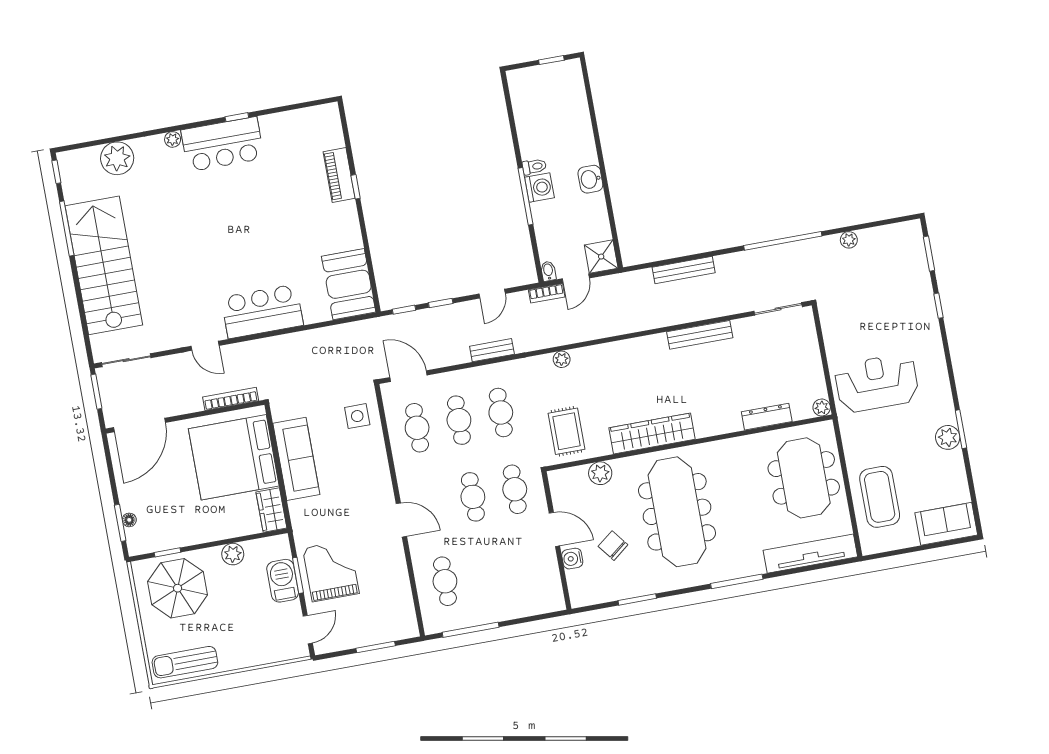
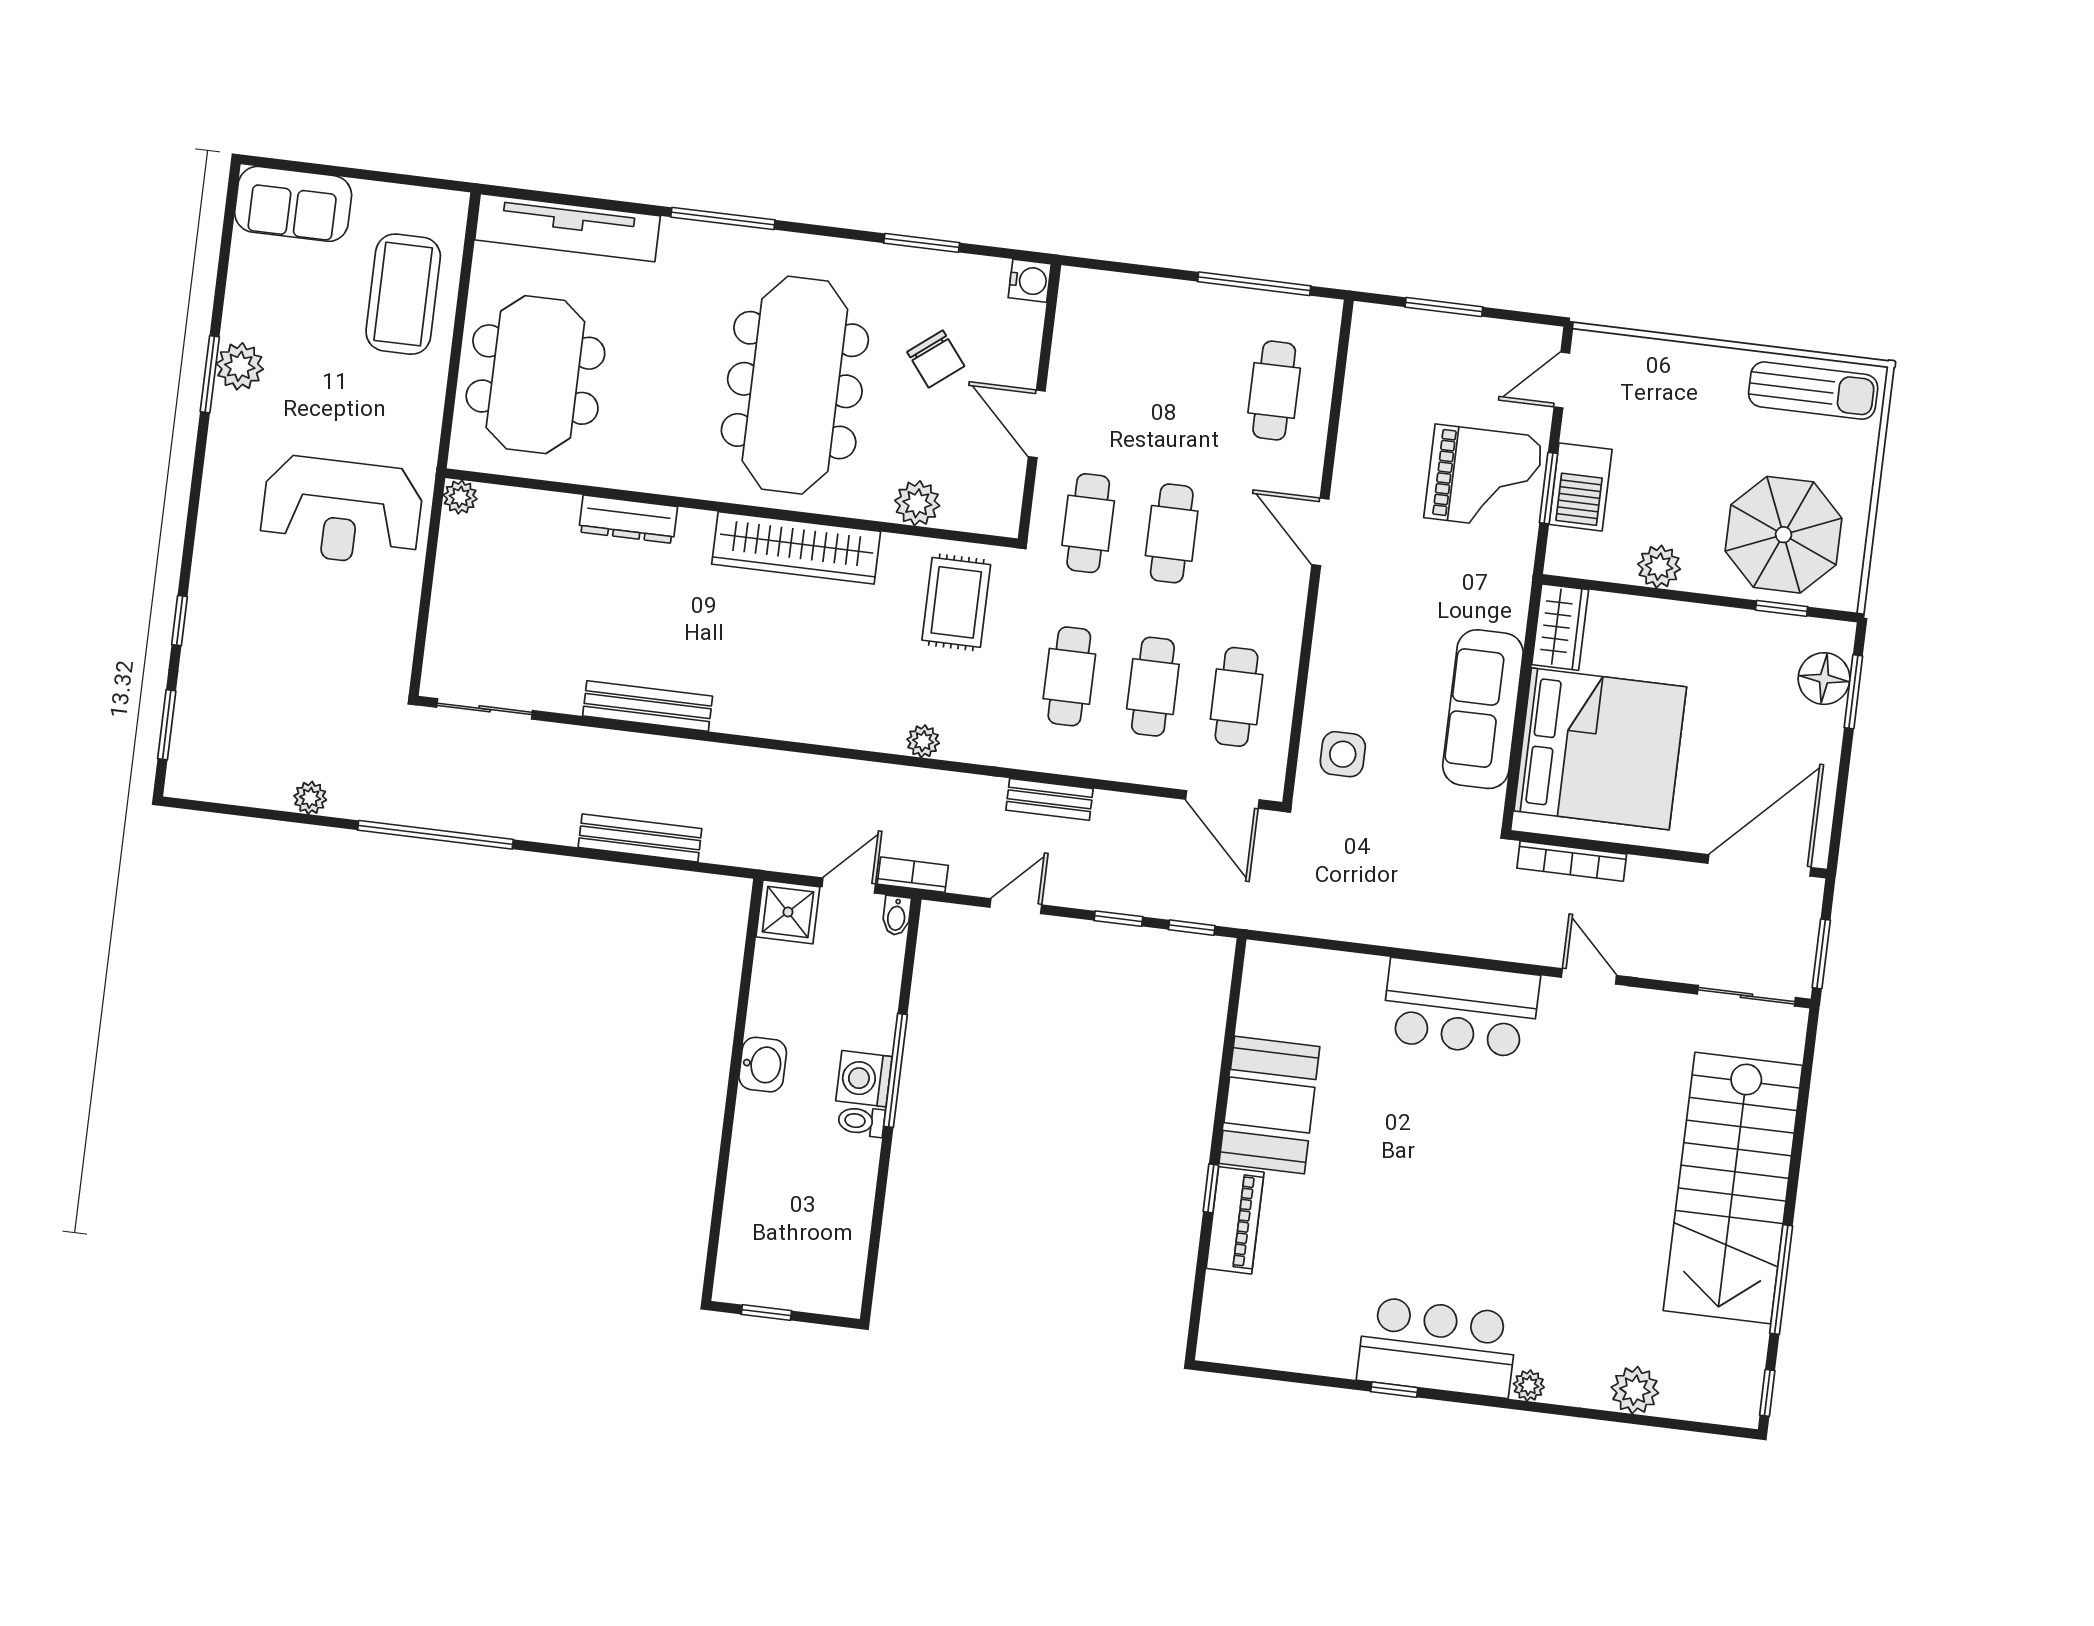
plant: (117, 158) -> (1635, 1390), width x0.73, depth x0.73
booth: (349, 284) -> (1269, 1105), moved
dresser: (767, 417) -> (628, 519), moved
floor lamp: (129, 520) -> (1824, 679), width x1.89, depth x1.89
water cooler: (572, 559) -> (1030, 281), moved
grand piano: (331, 571) -> (1483, 477), turned -90

